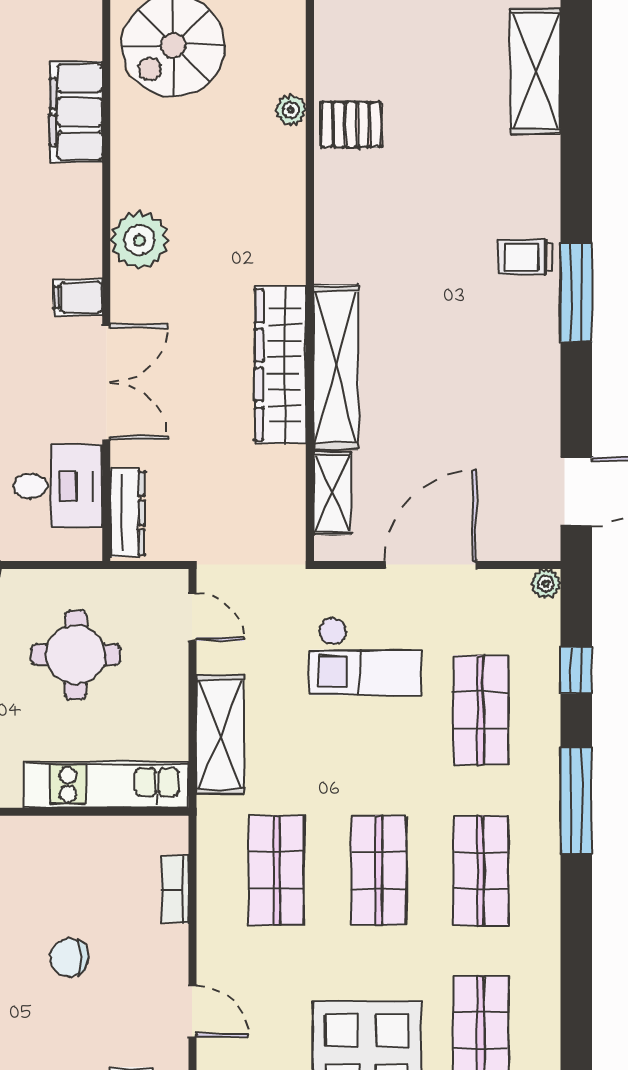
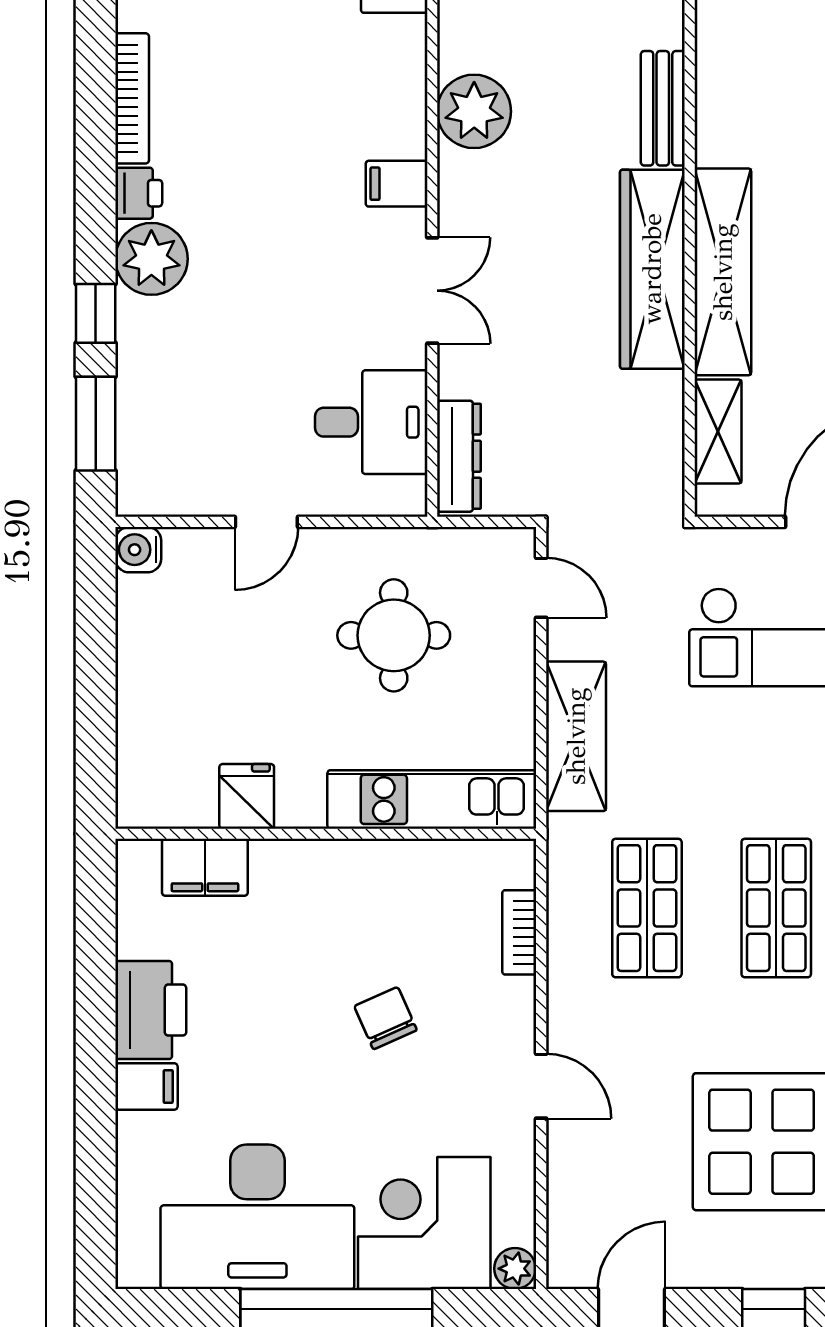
bench: (289, 238) -> (663, 108), added
double door: (106, 382) -> (432, 291), width x0.73
chair: (69, 958) -> (386, 1018), turned 66

